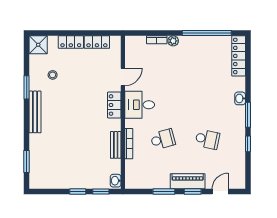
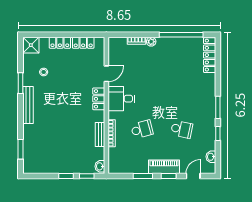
washbasin: (240, 98) -> (211, 157), moved

